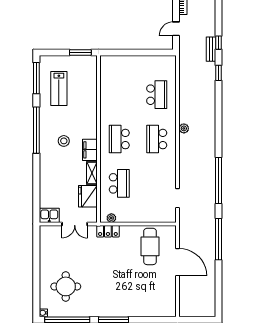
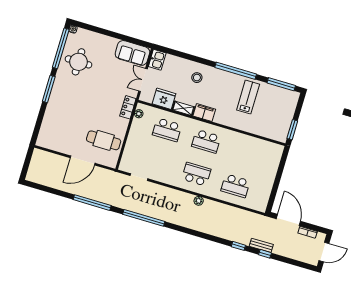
door: (176, 29) -> (288, 220), width x1.87
lab bench: (59, 88) -> (248, 97), moved, turned 90
school desk: (119, 139) -> (206, 141), turned 180
stool: (64, 141) -> (197, 78), moved
sofa: (50, 243) -> (132, 53), added
round table: (66, 286) -> (79, 62), moved

